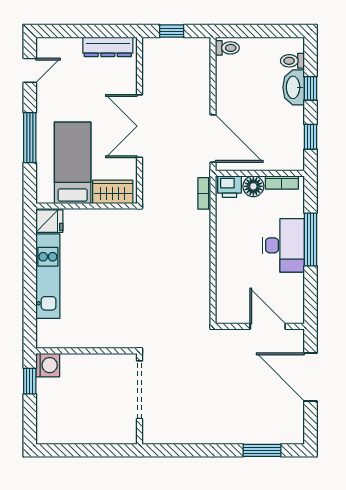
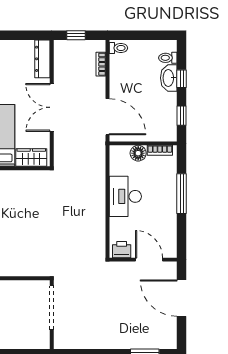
dresser: (108, 47) -> (42, 59), moved, turned 90
printer: (229, 187) -> (122, 250), moved, turned 180
bookcase: (204, 193) -> (101, 64), moved
desk: (283, 245) -> (125, 196), moved, turned 180

